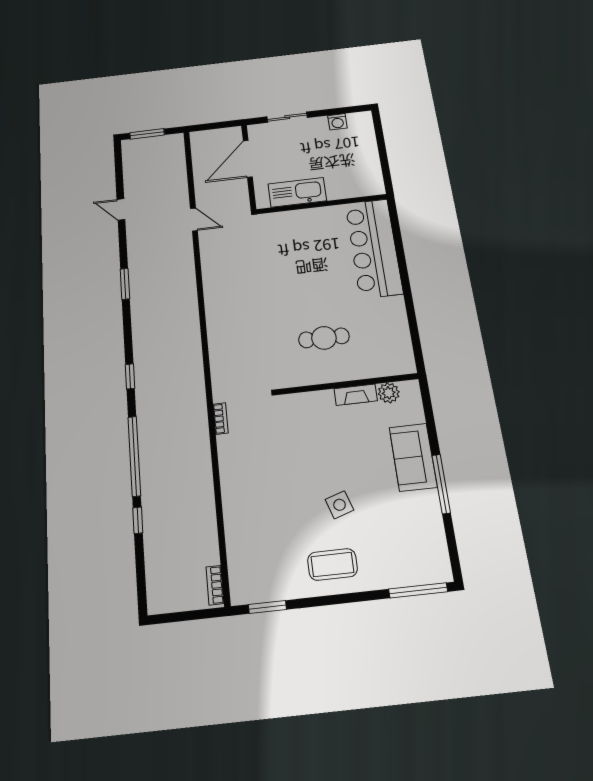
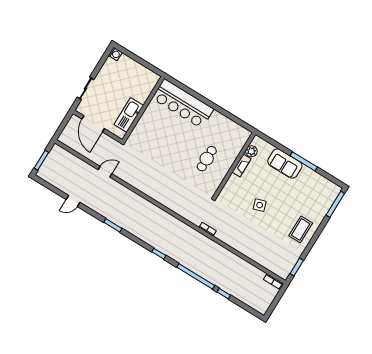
washing machine: (337, 122) -> (115, 54), moved
side table: (339, 505) -> (260, 205), moved

